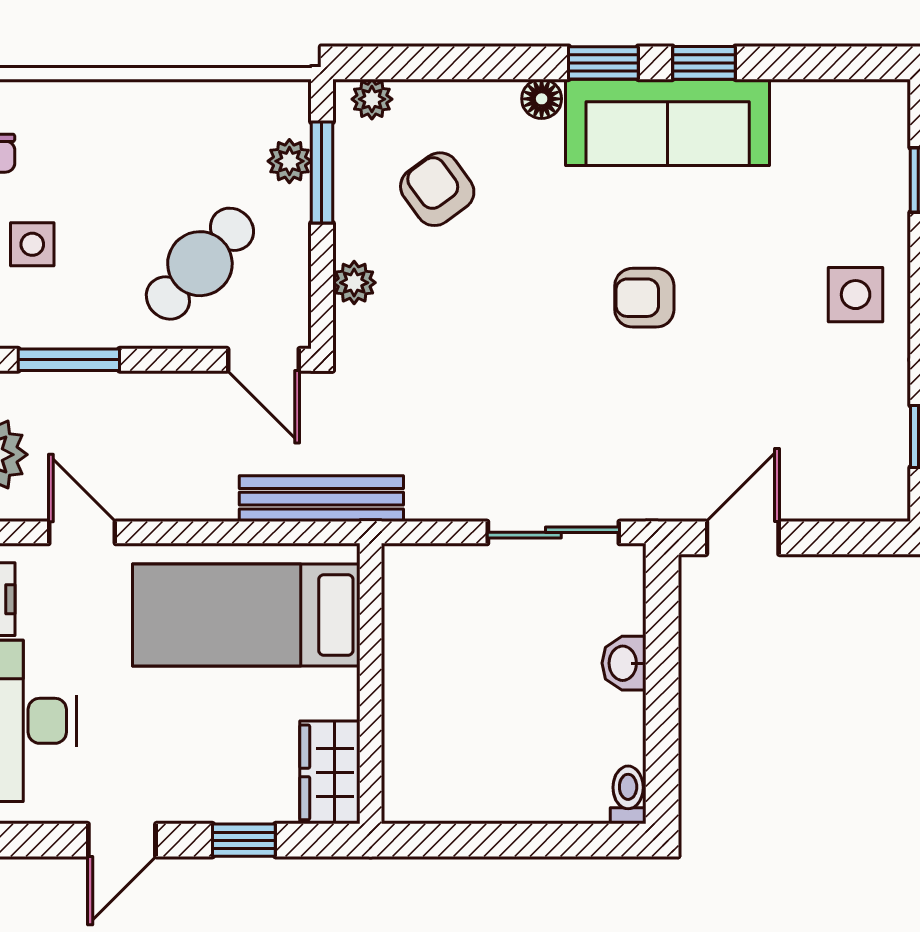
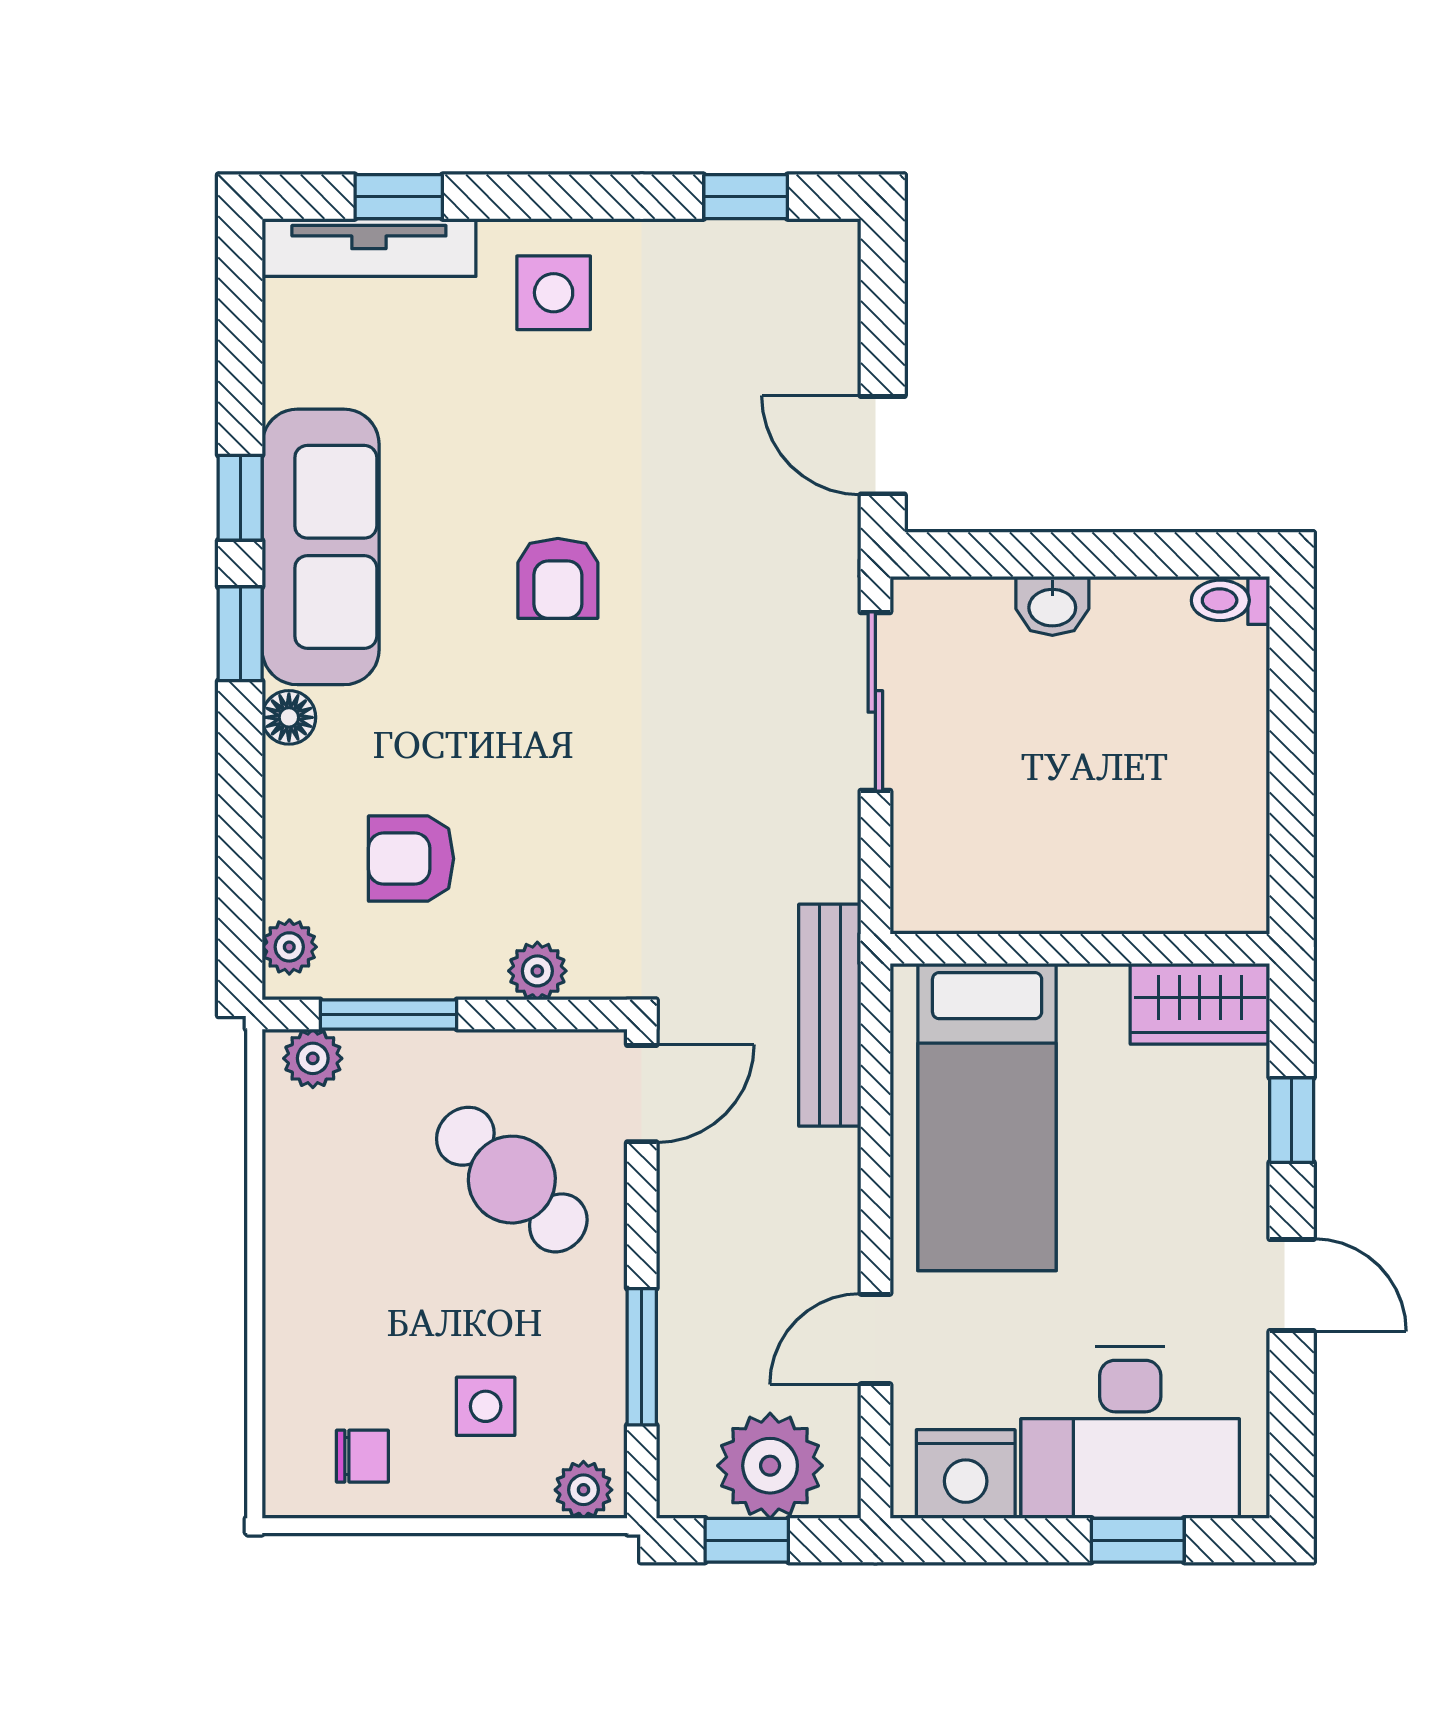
tv unit: (889, 158) -> (369, 247), added
plant: (289, 161) -> (313, 1058), moved
armchair: (437, 189) -> (411, 859), turned 36

